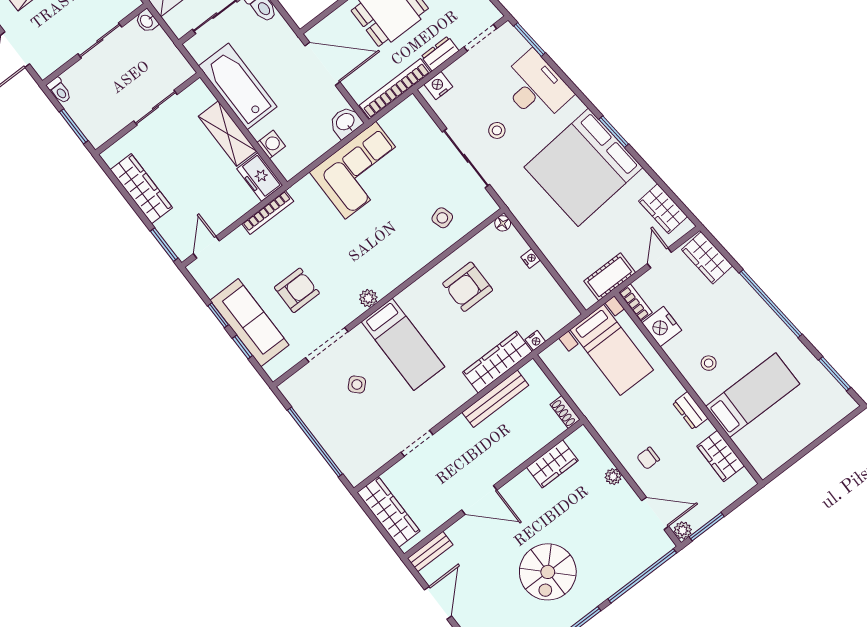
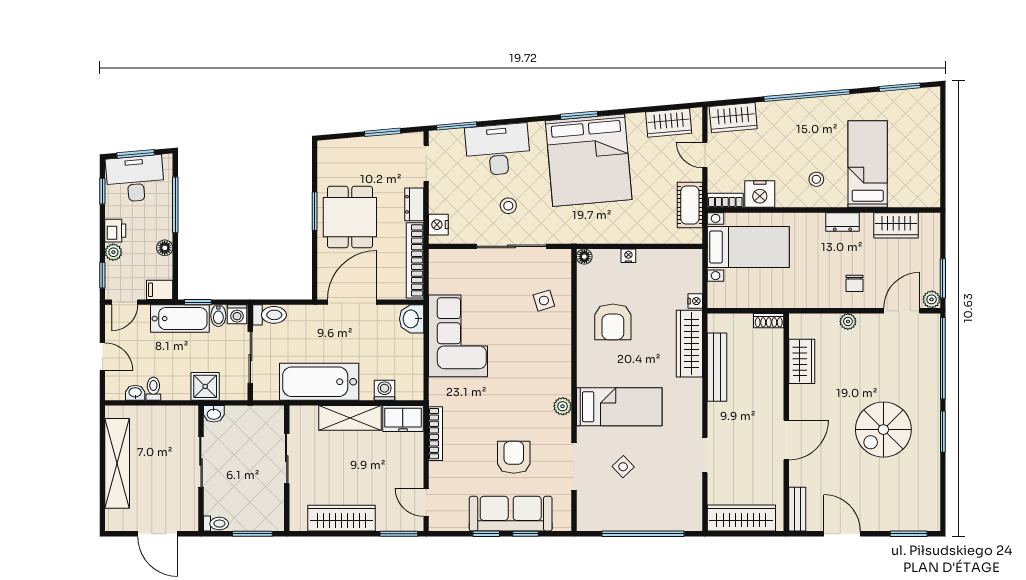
spiral stairs: (548, 572) -> (883, 430), turned 90

